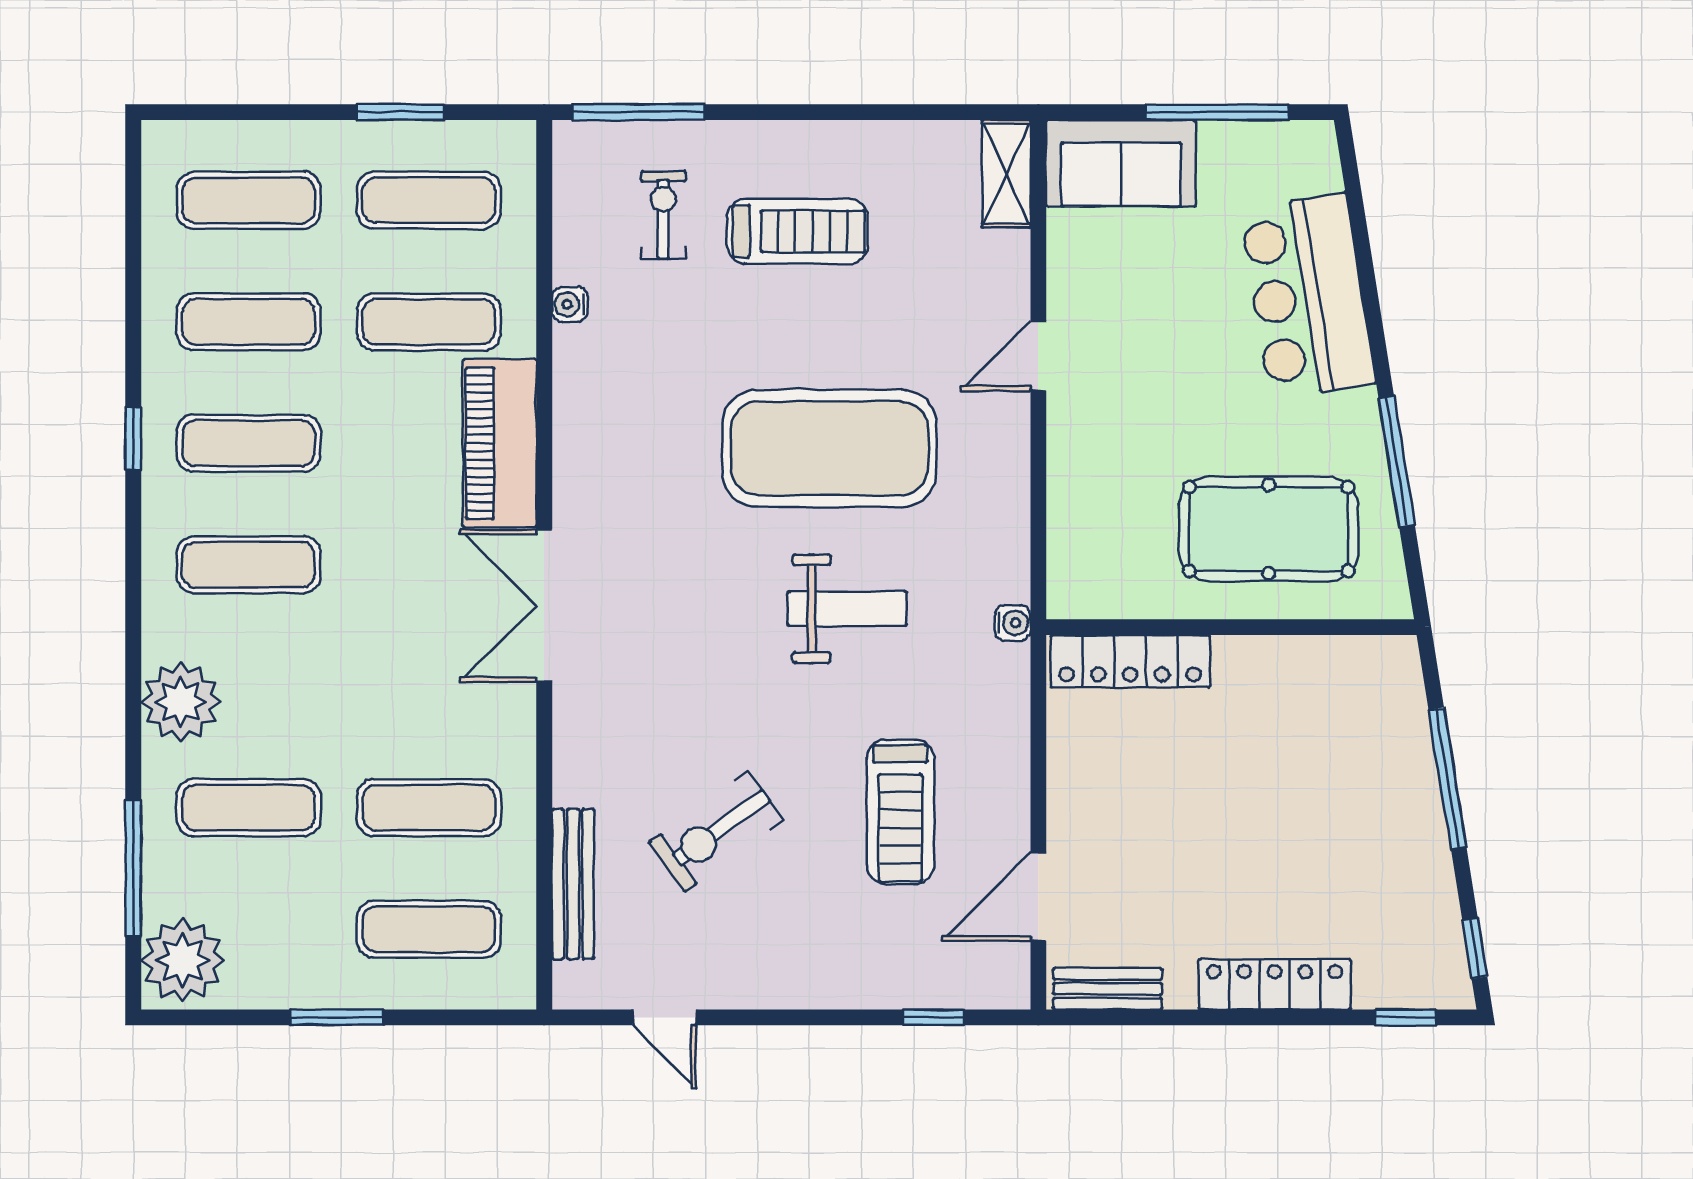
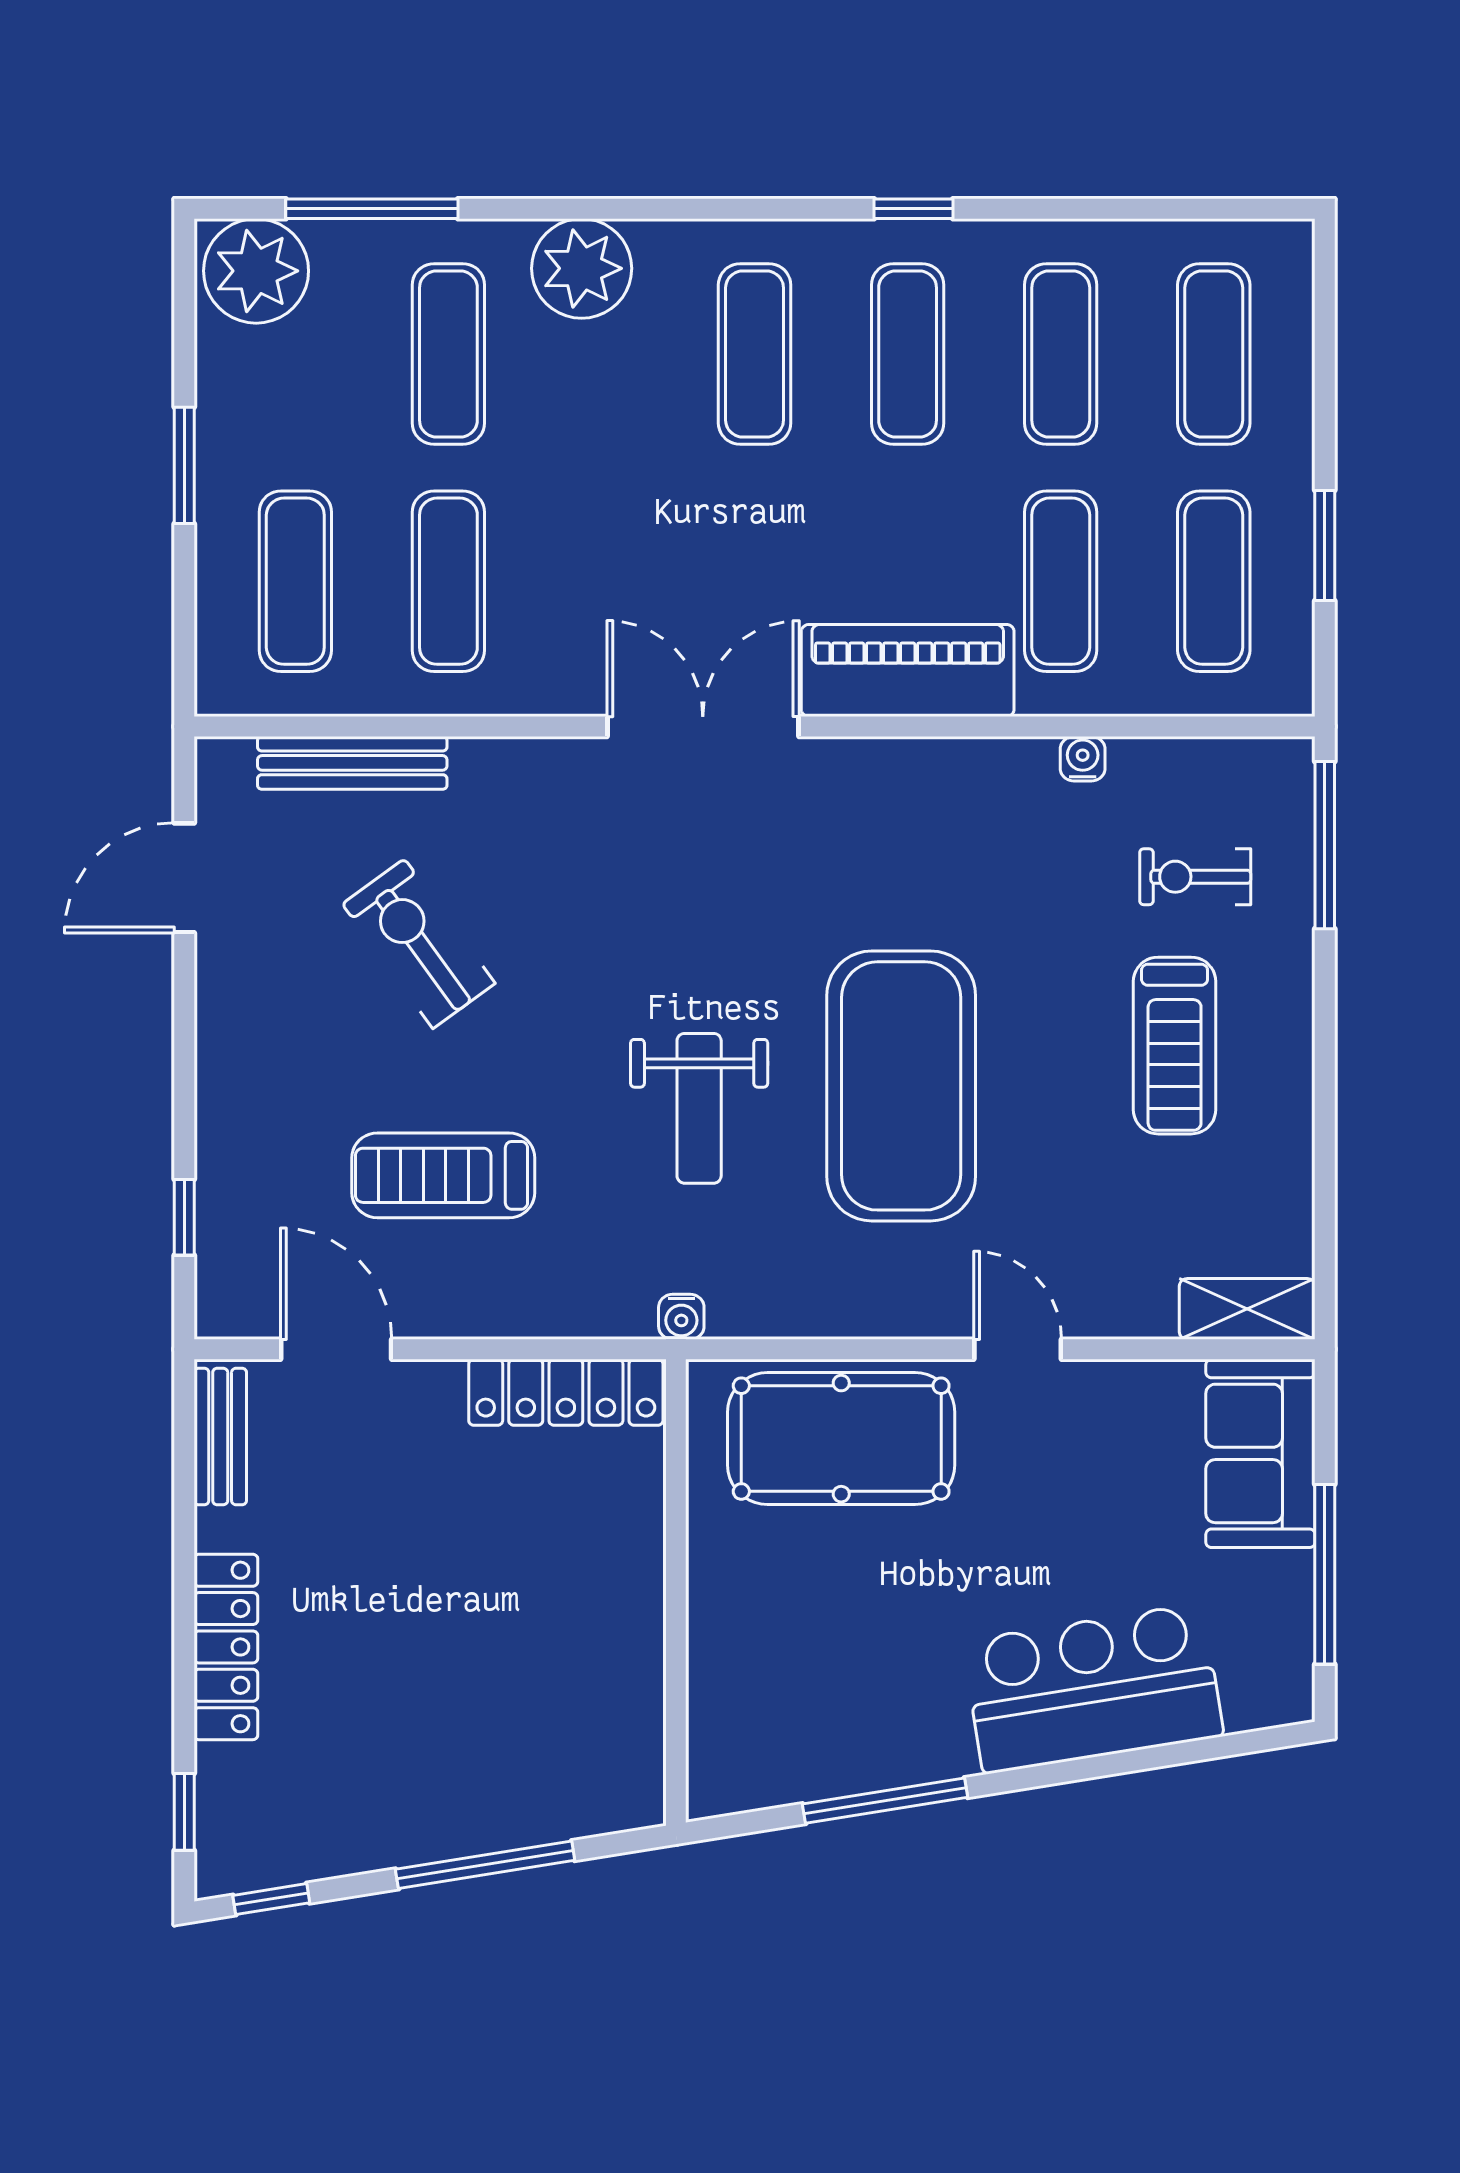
exercise bike: (663, 215) -> (1195, 877), turned 180
pool table: (1269, 529) -> (841, 1439), moved, turned 90
locker: (1130, 661) -> (566, 1392), moved, turned -90
door: (664, 1017) -> (184, 878), width x1.38

